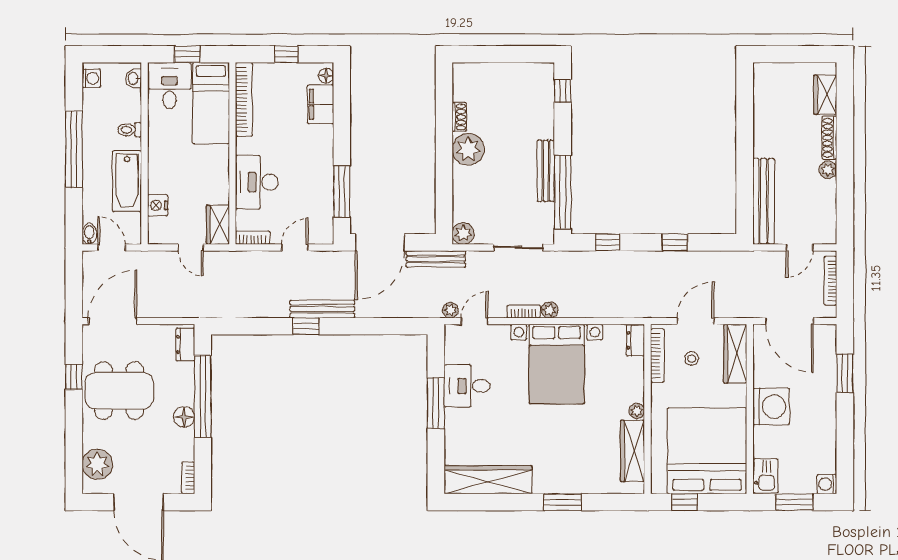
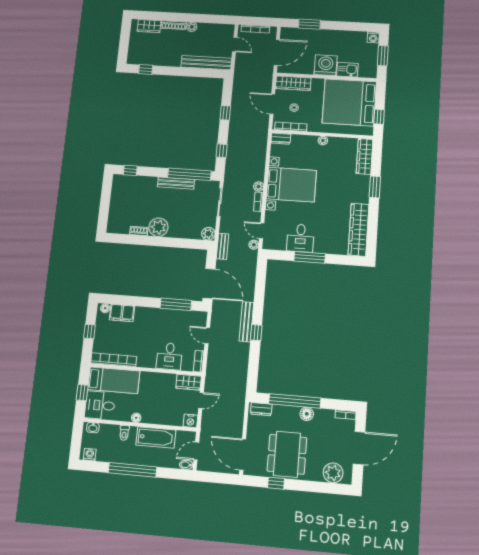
window: (745, 97) -> (146, 69), added
floor lamp: (155, 146) -> (136, 418), added
desk: (257, 182) -> (169, 356), width x0.73
nightstand: (158, 205) -> (190, 421), moved
bench: (436, 259) -> (223, 246), width x0.73
wardrobe: (633, 451) -> (365, 156), moved, turned 90
kitchen sink: (765, 476) -> (347, 70), moved

